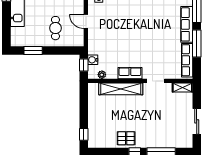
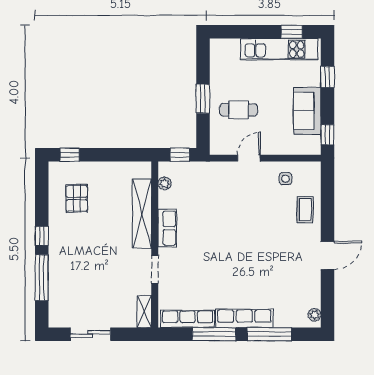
window: (33, 51) -> (203, 99), moved
water cooler: (93, 60) -> (188, 169), removed
pallet: (126, 138) -> (77, 198), moved

